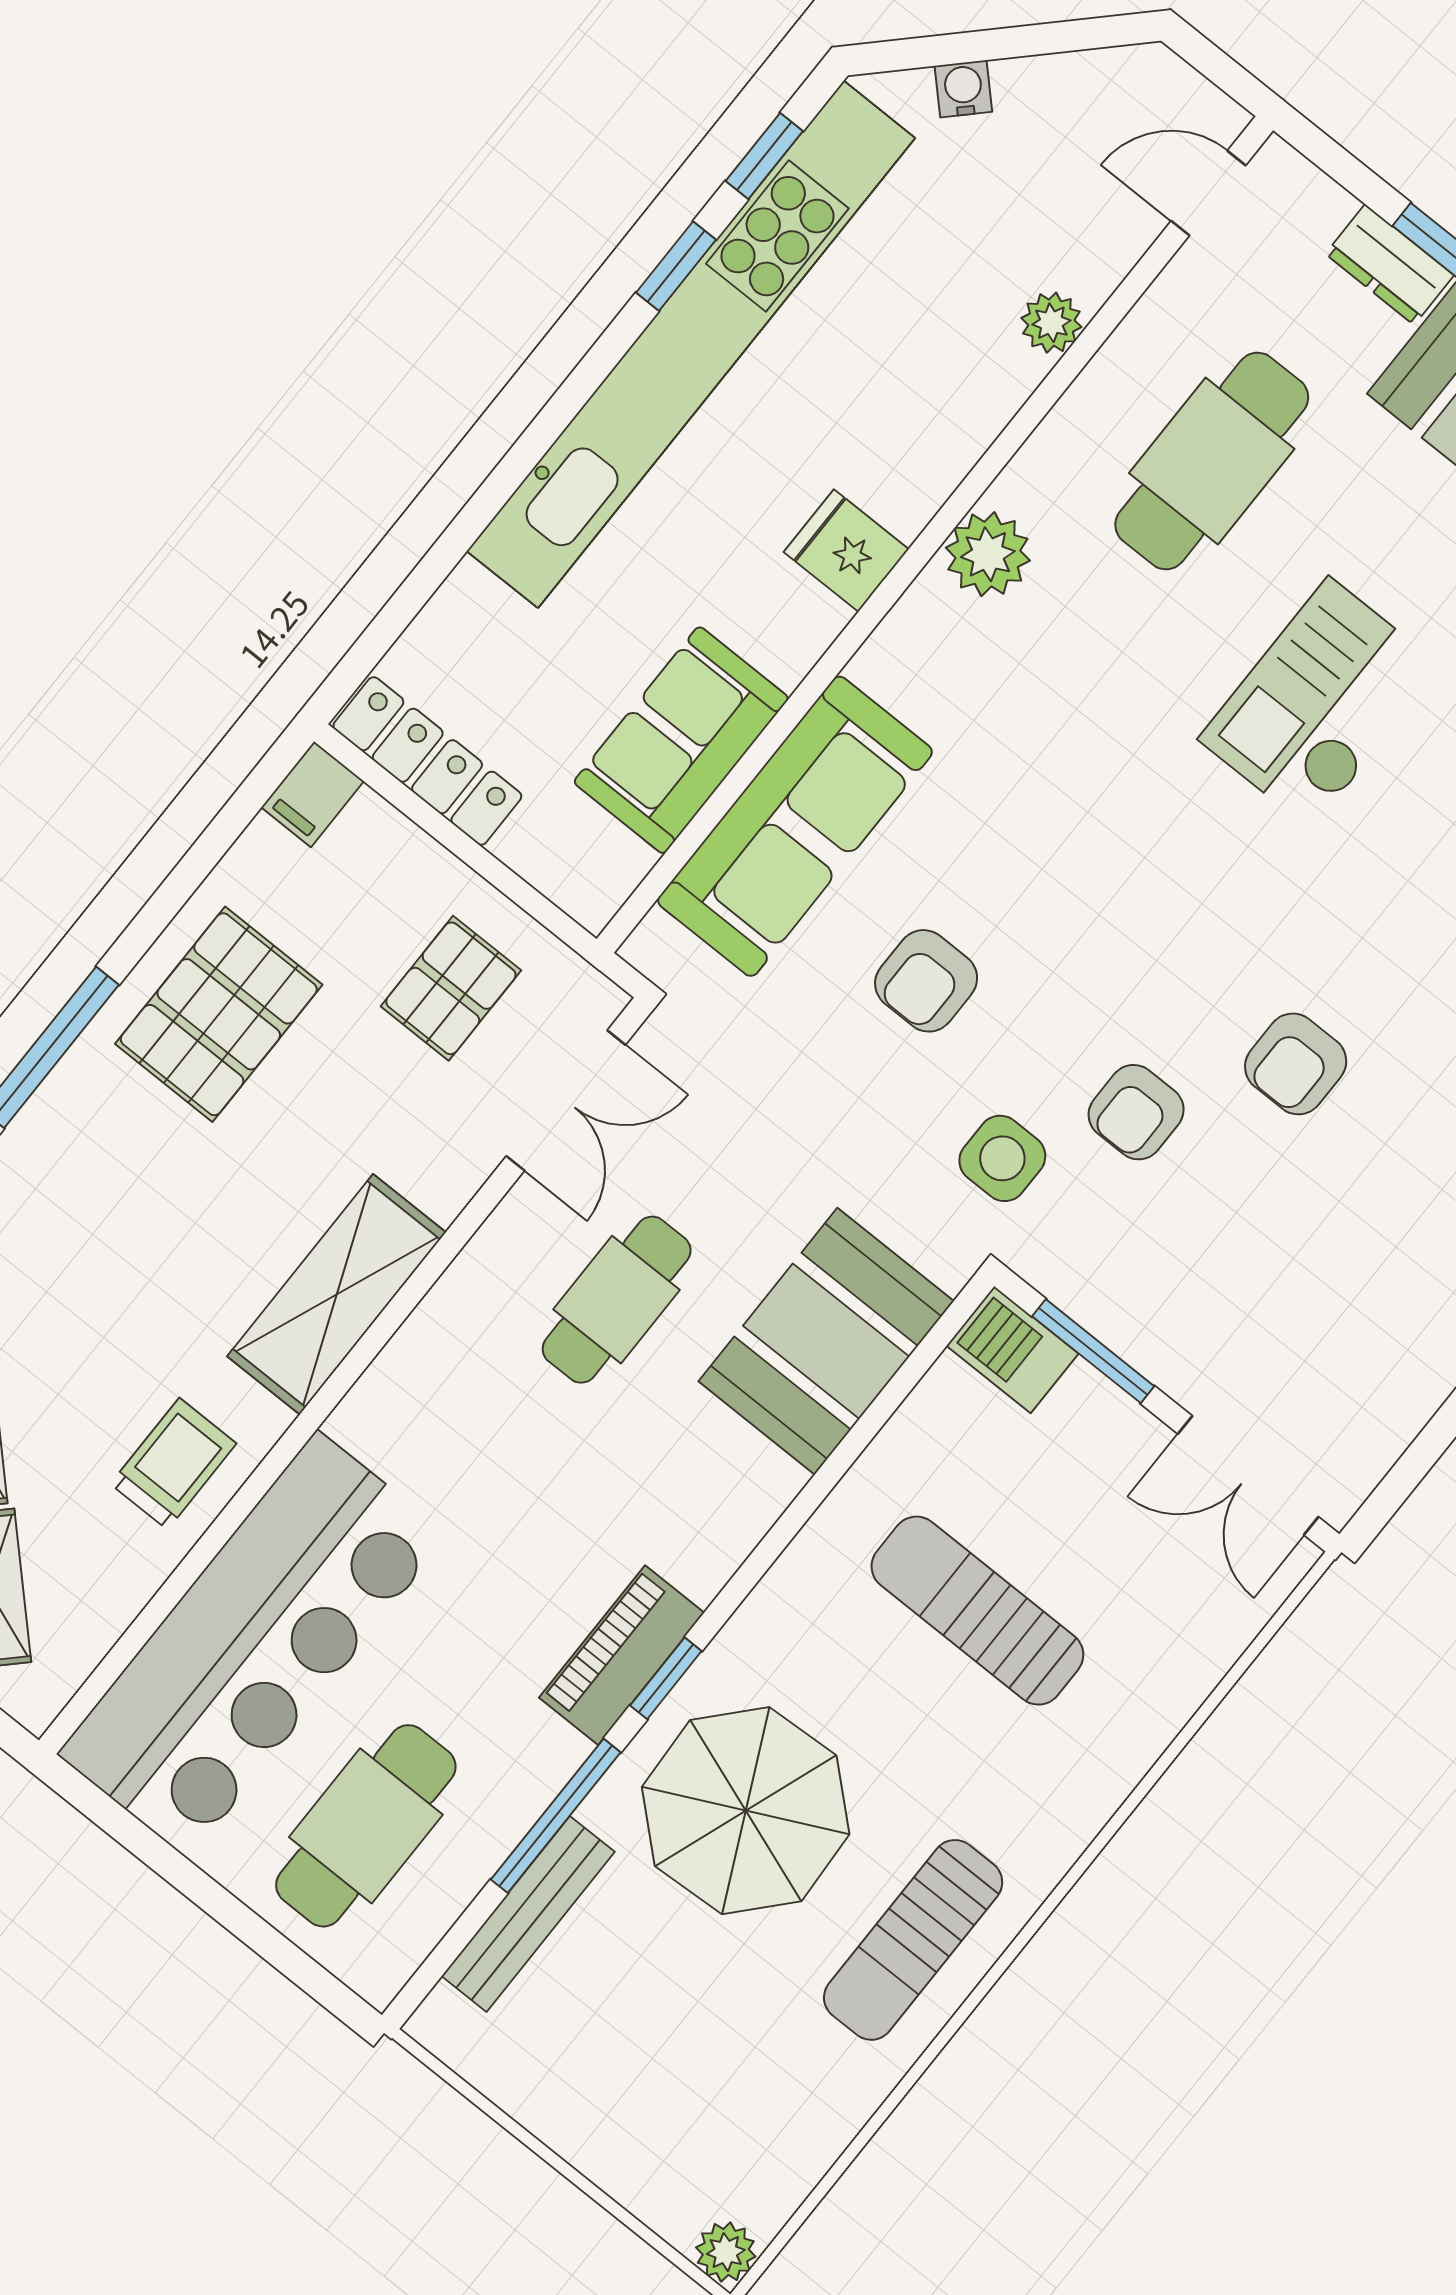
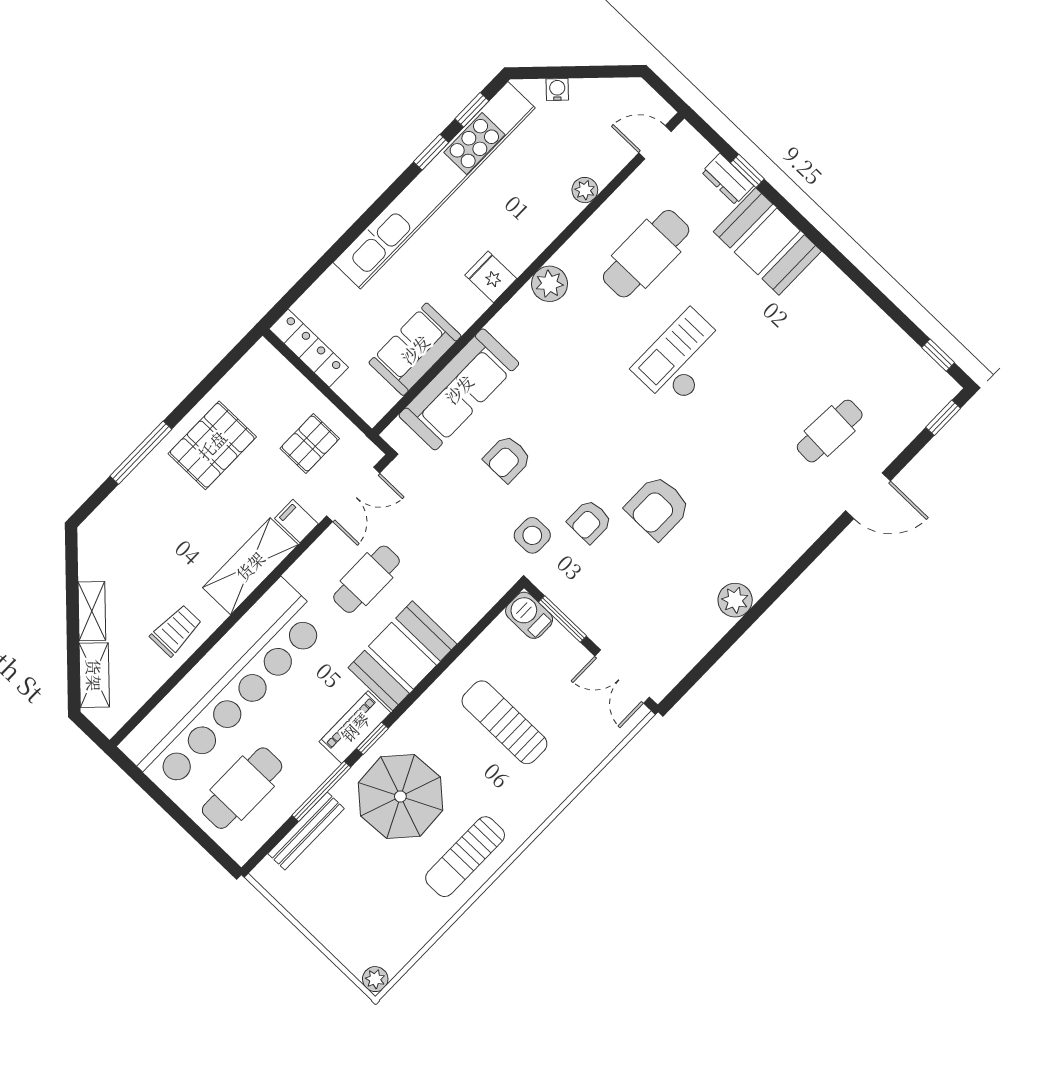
filing cabinet: (312, 794) -> (296, 521), moved, turned 90
armchair: (1296, 1064) -> (658, 507), width x1.38, depth x1.38
booth: (826, 1341) -> (403, 656), moved
bar counter: (253, 1645) -> (224, 686), width x1.36

